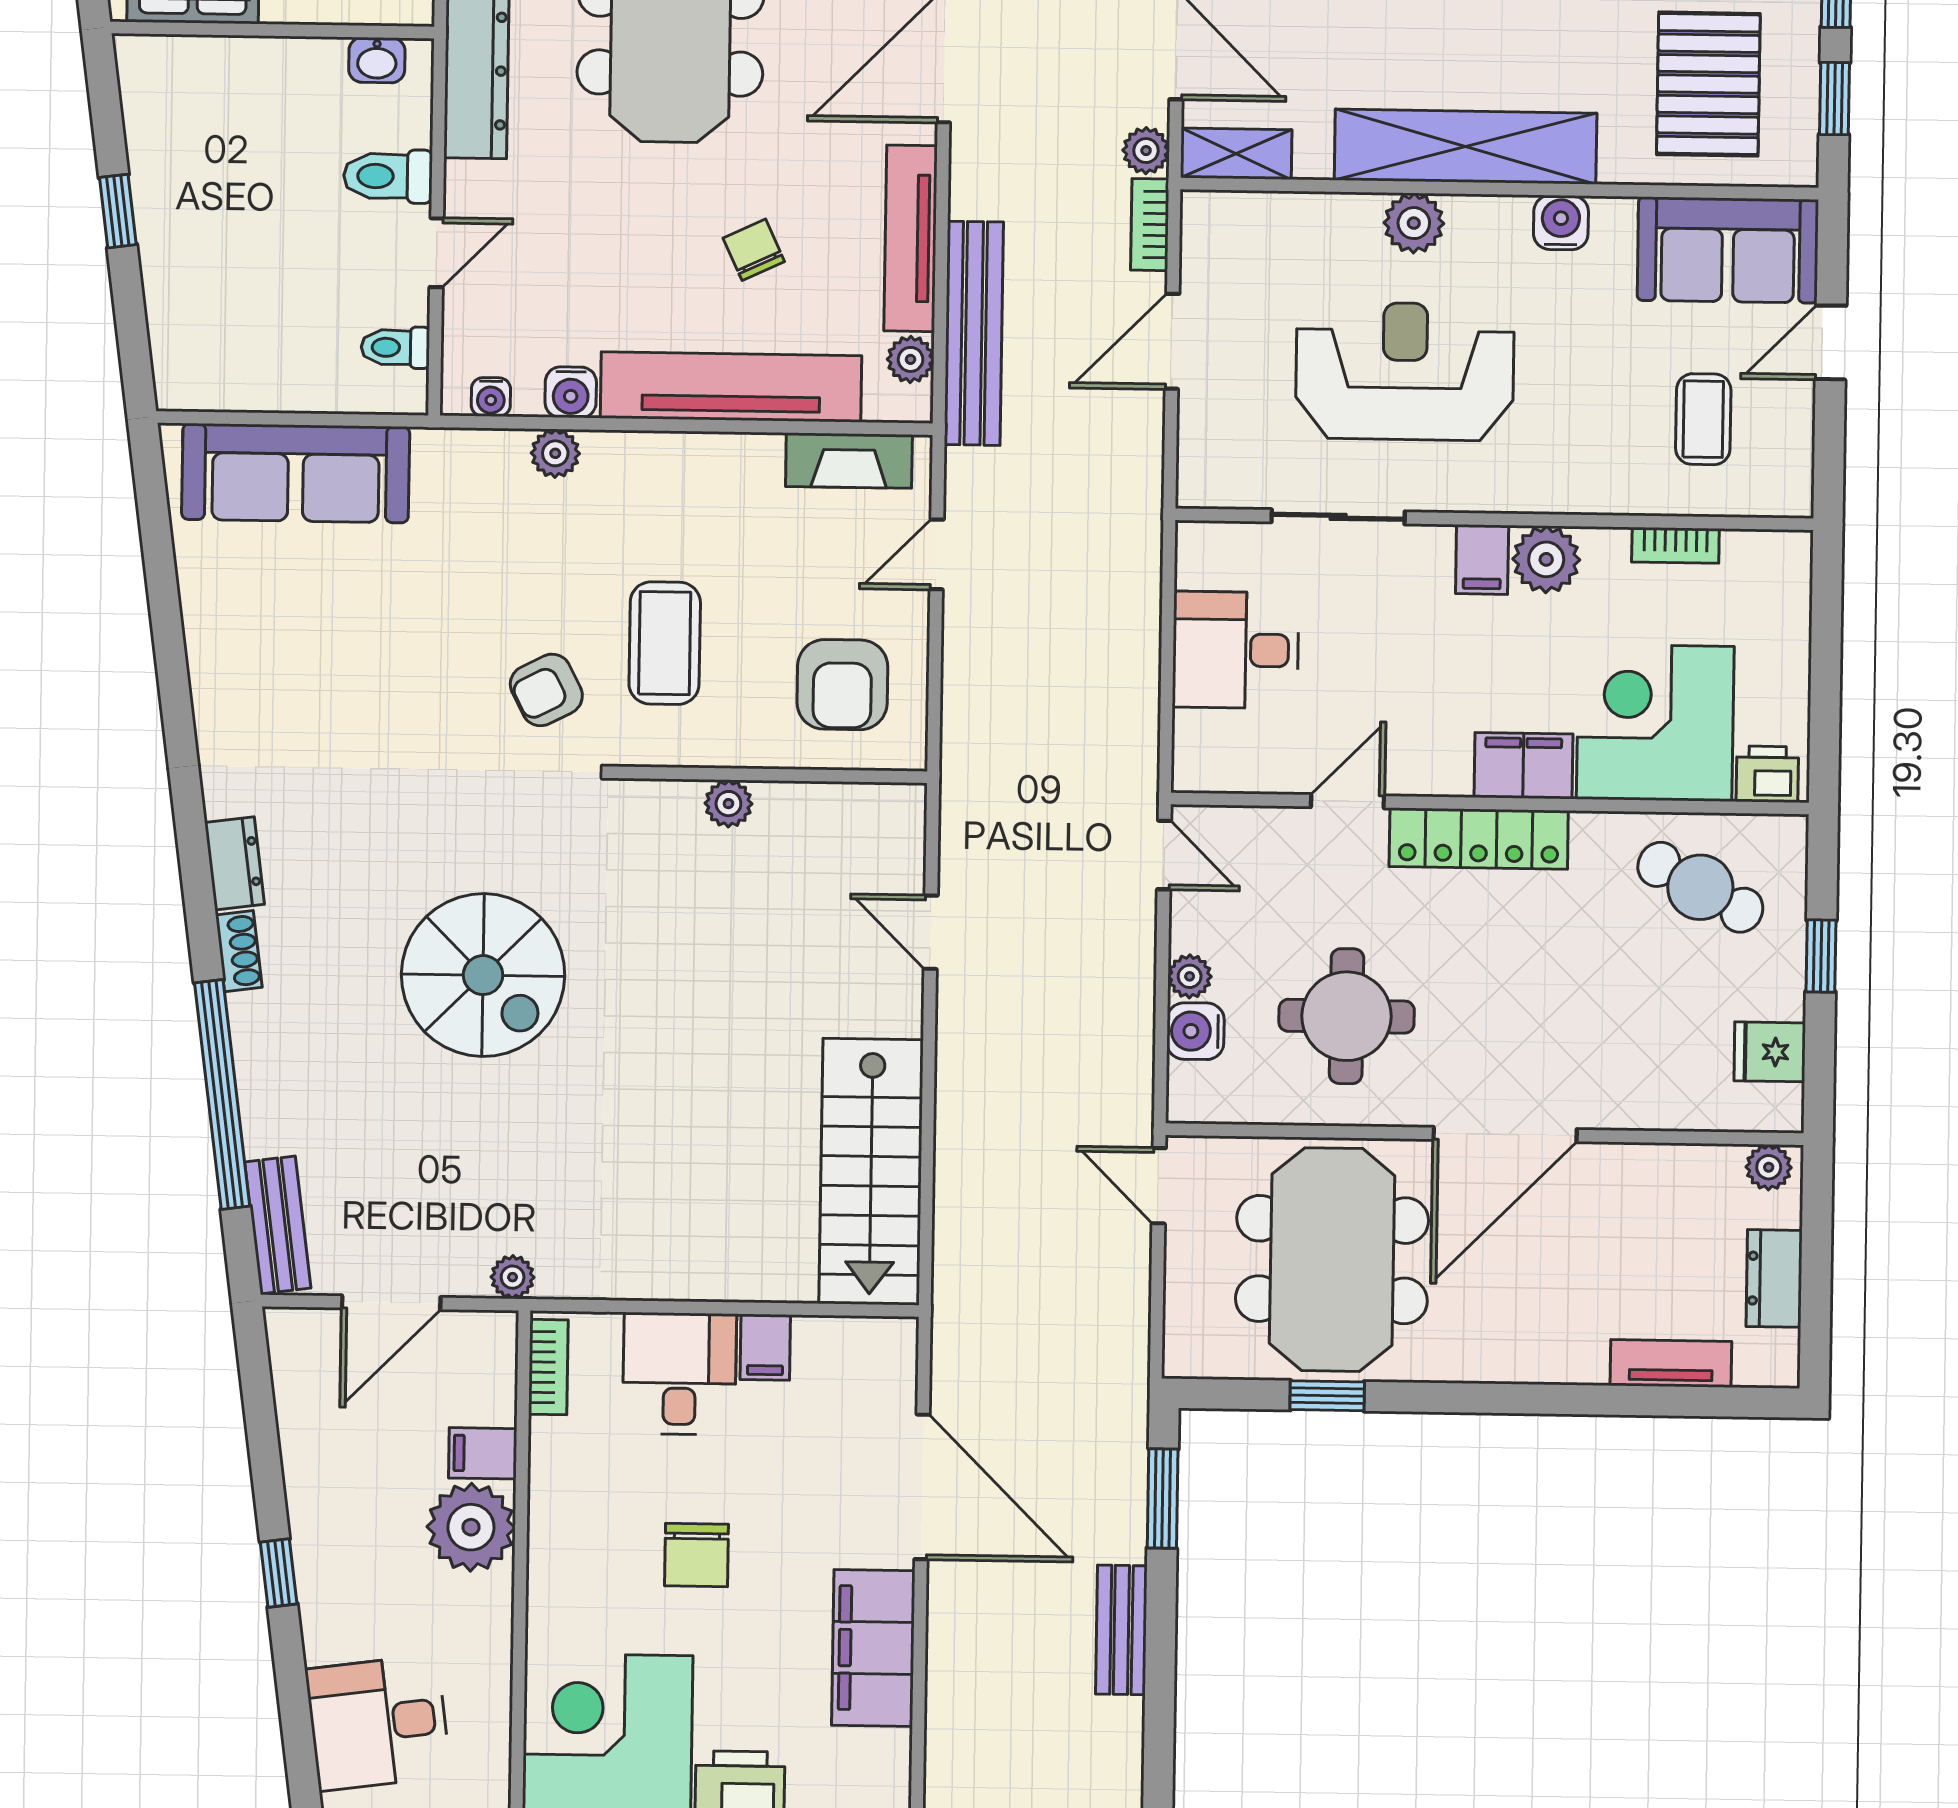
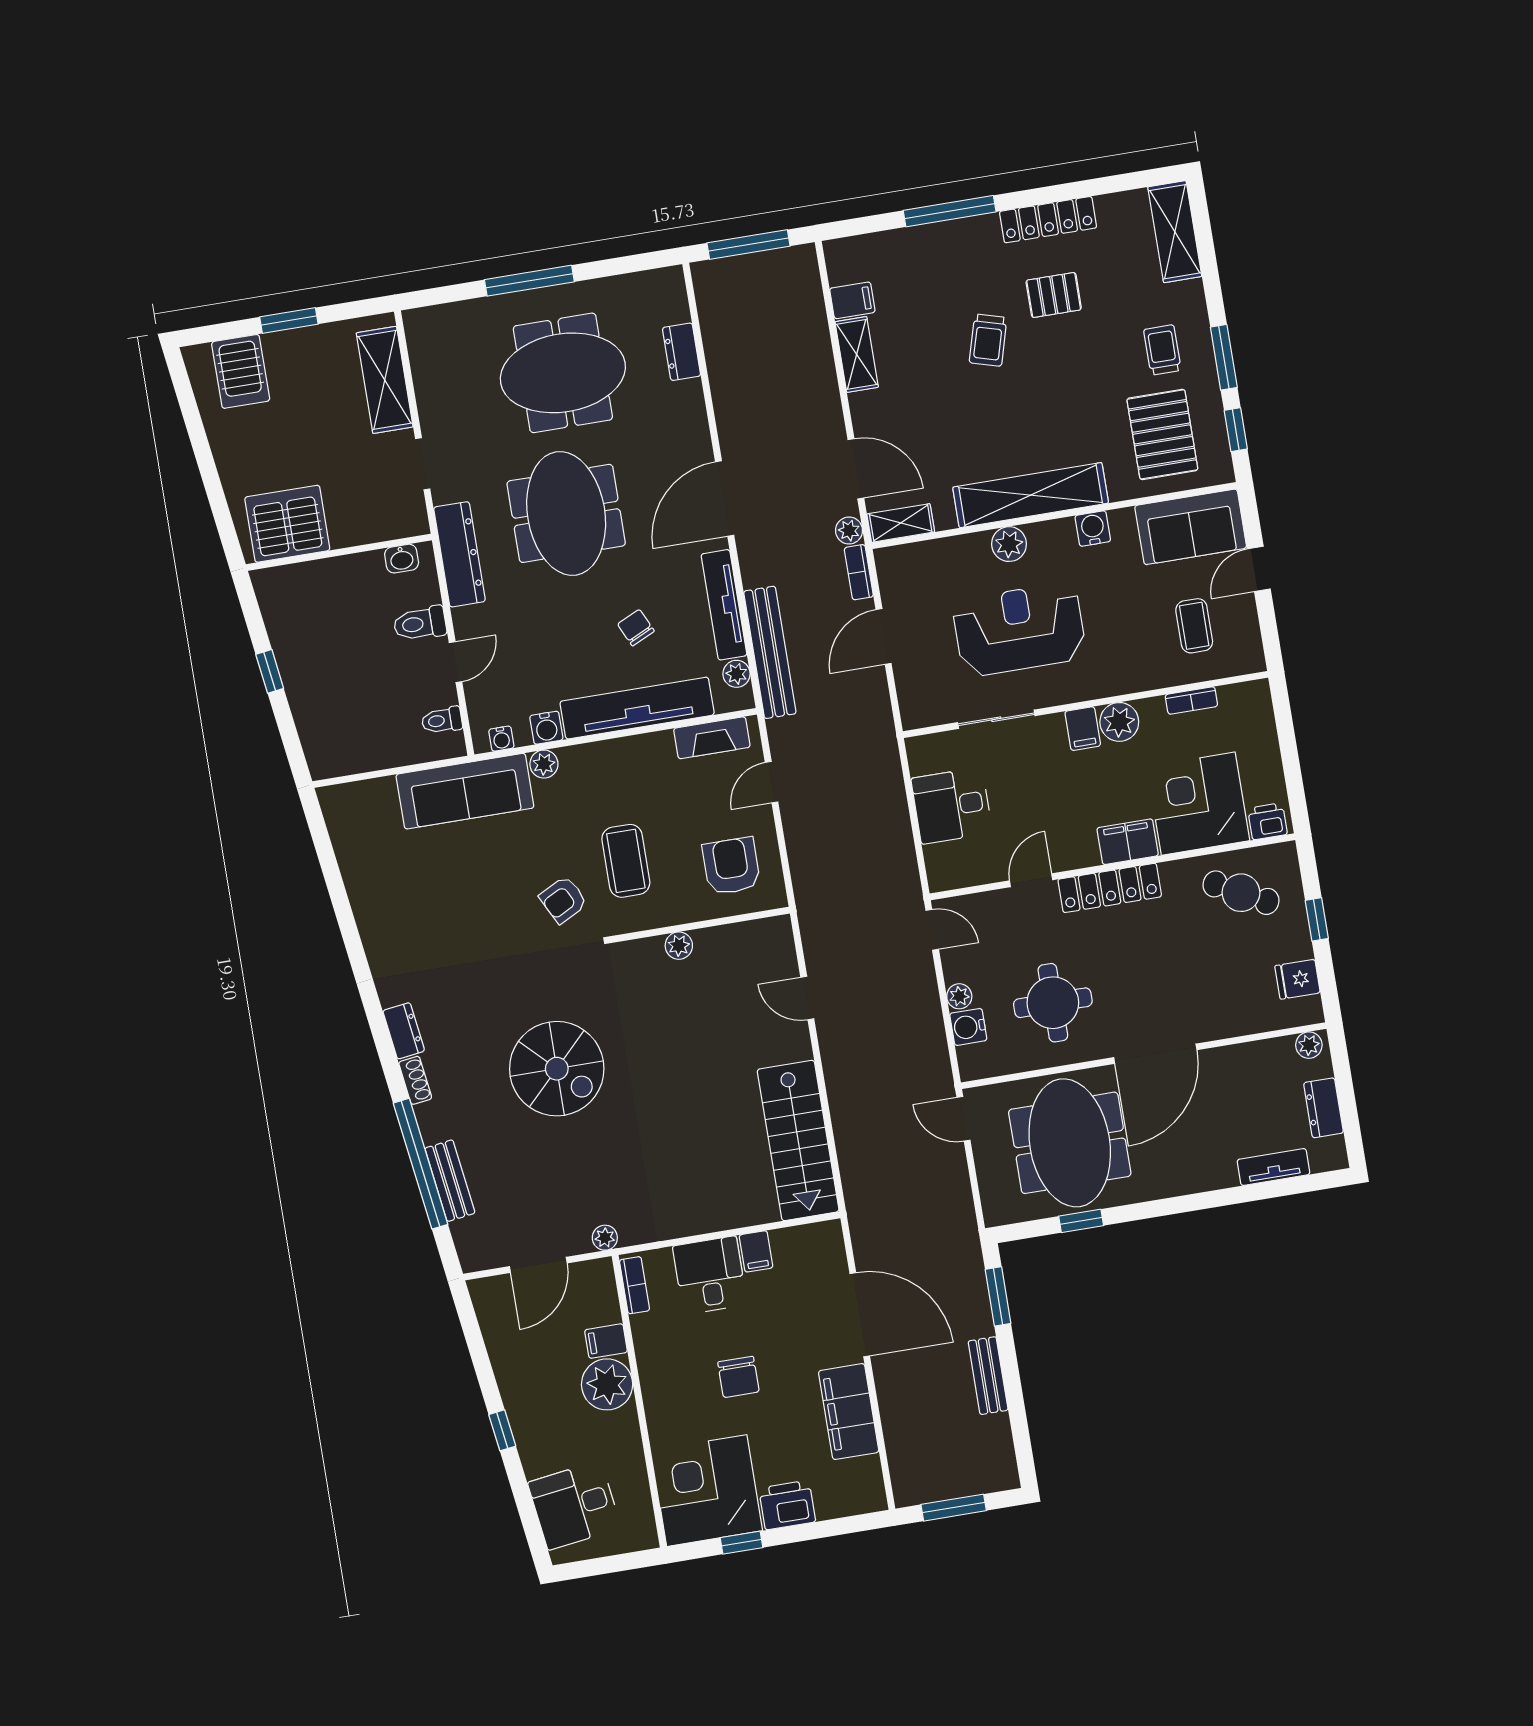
sofa: (296, 473) -> (465, 791), moved
armchair: (842, 685) -> (731, 866), turned 180
bench: (278, 1225) -> (450, 1181), moved

